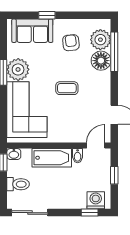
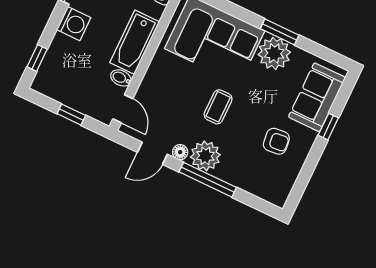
plant: (100, 40) -> (205, 156), moved
window: (114, 52) -> (208, 180), moved
floor lamp: (101, 61) -> (180, 152), moved, width x0.53, depth x0.53
washing machine: (96, 200) -> (74, 24), moved

